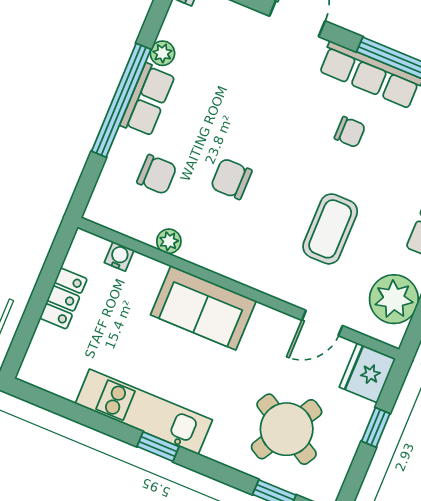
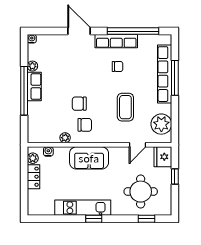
chair: (157, 174) -> (85, 125), moved
plant: (79, 257) -> (33, 158), added
round table: (287, 429) -> (141, 192), turned -30

